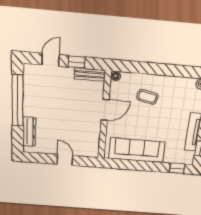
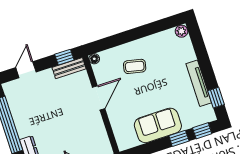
window: (76, 62) -> (64, 57), moved
sofa: (137, 150) -> (158, 125), width x0.73
window: (156, 167) -> (179, 138), added

